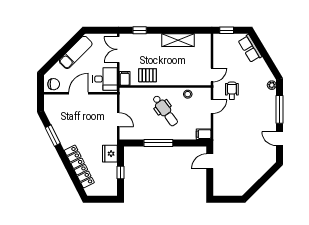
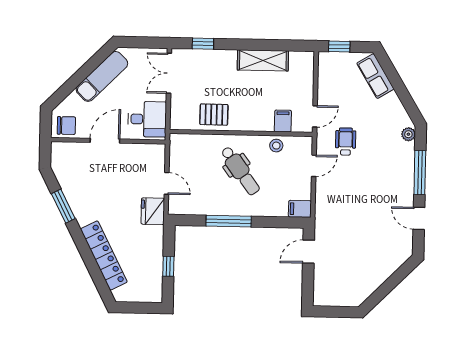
filing cabinet: (125, 78) -> (283, 121), moved
fridge: (110, 154) -> (153, 211), moved

